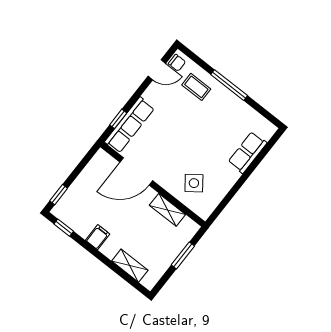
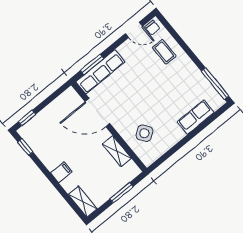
window: (229, 85) -> (215, 84), moved
window: (118, 119) -> (92, 65), width x1.50
filing cabinet: (98, 237) -> (61, 172), moved
shelving: (130, 266) -> (83, 202), moved

